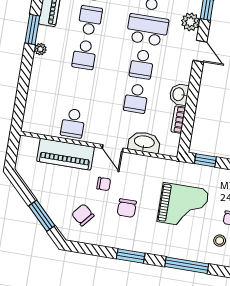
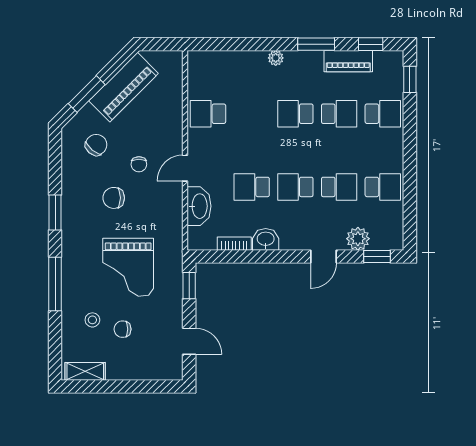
school desk: (147, 30) -> (339, 187), width x0.54
plant: (40, 49) -> (276, 58), moved
piano: (65, 154) -> (124, 87), moved, turned -135

